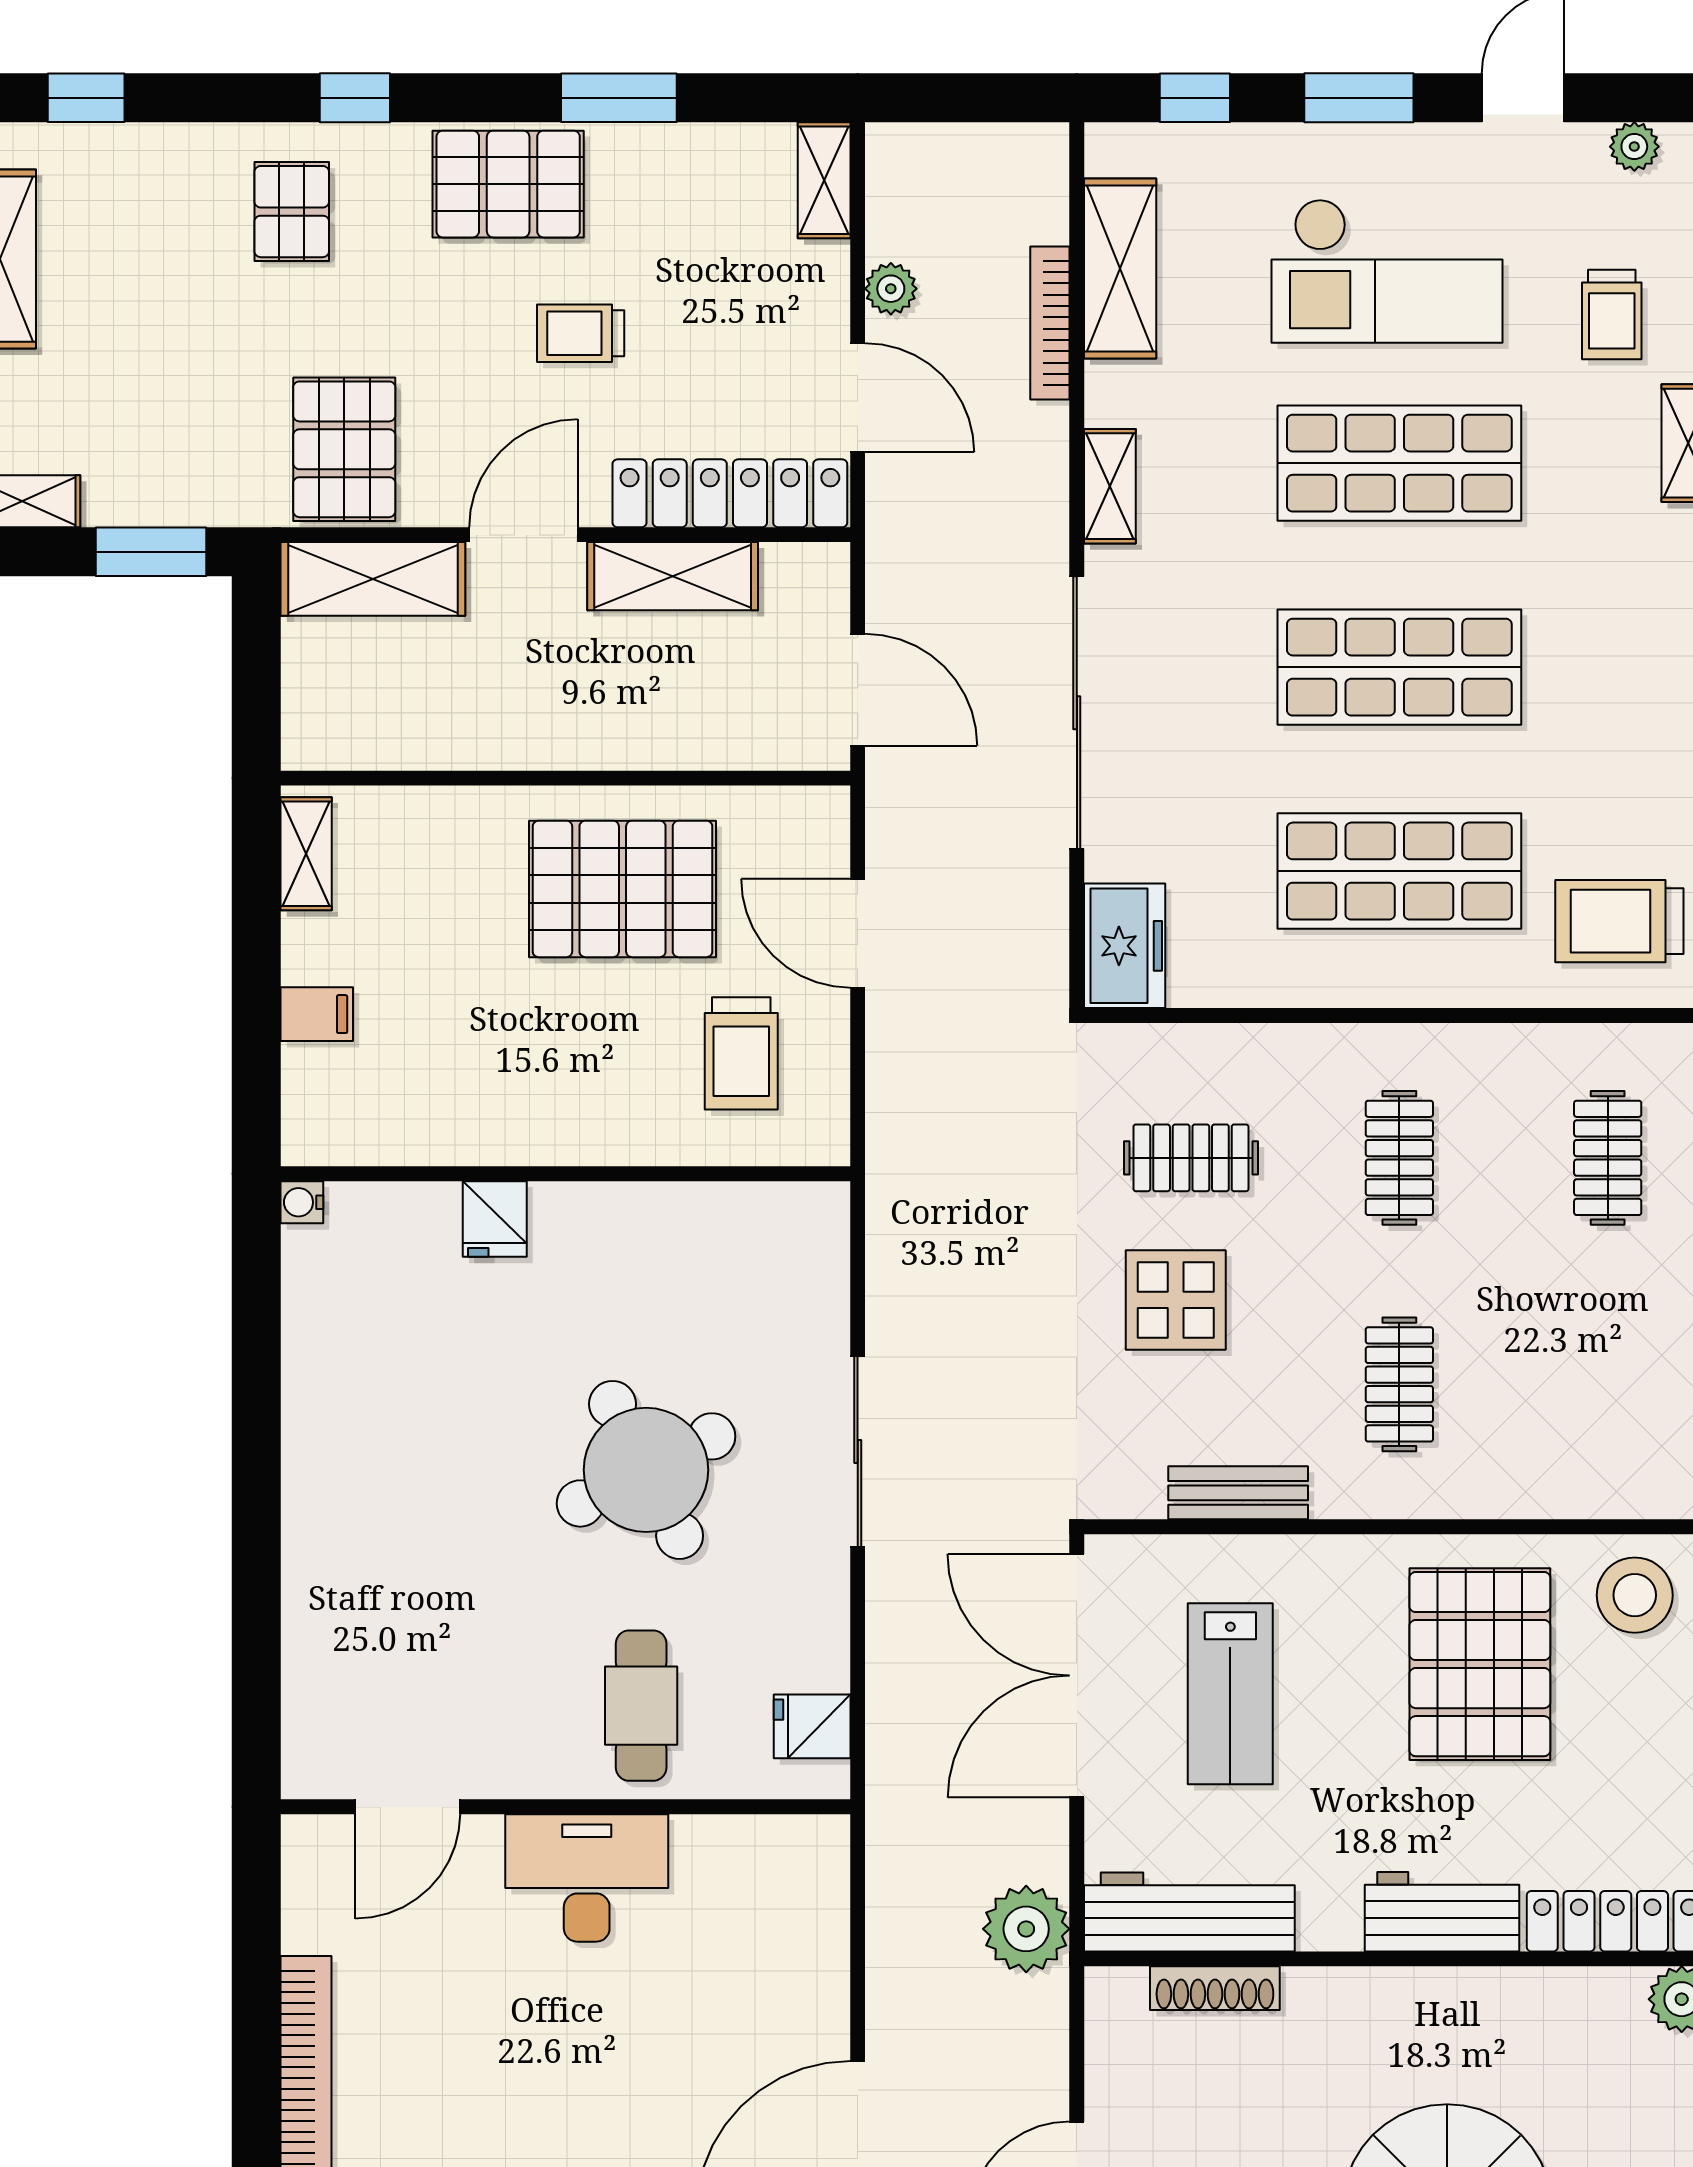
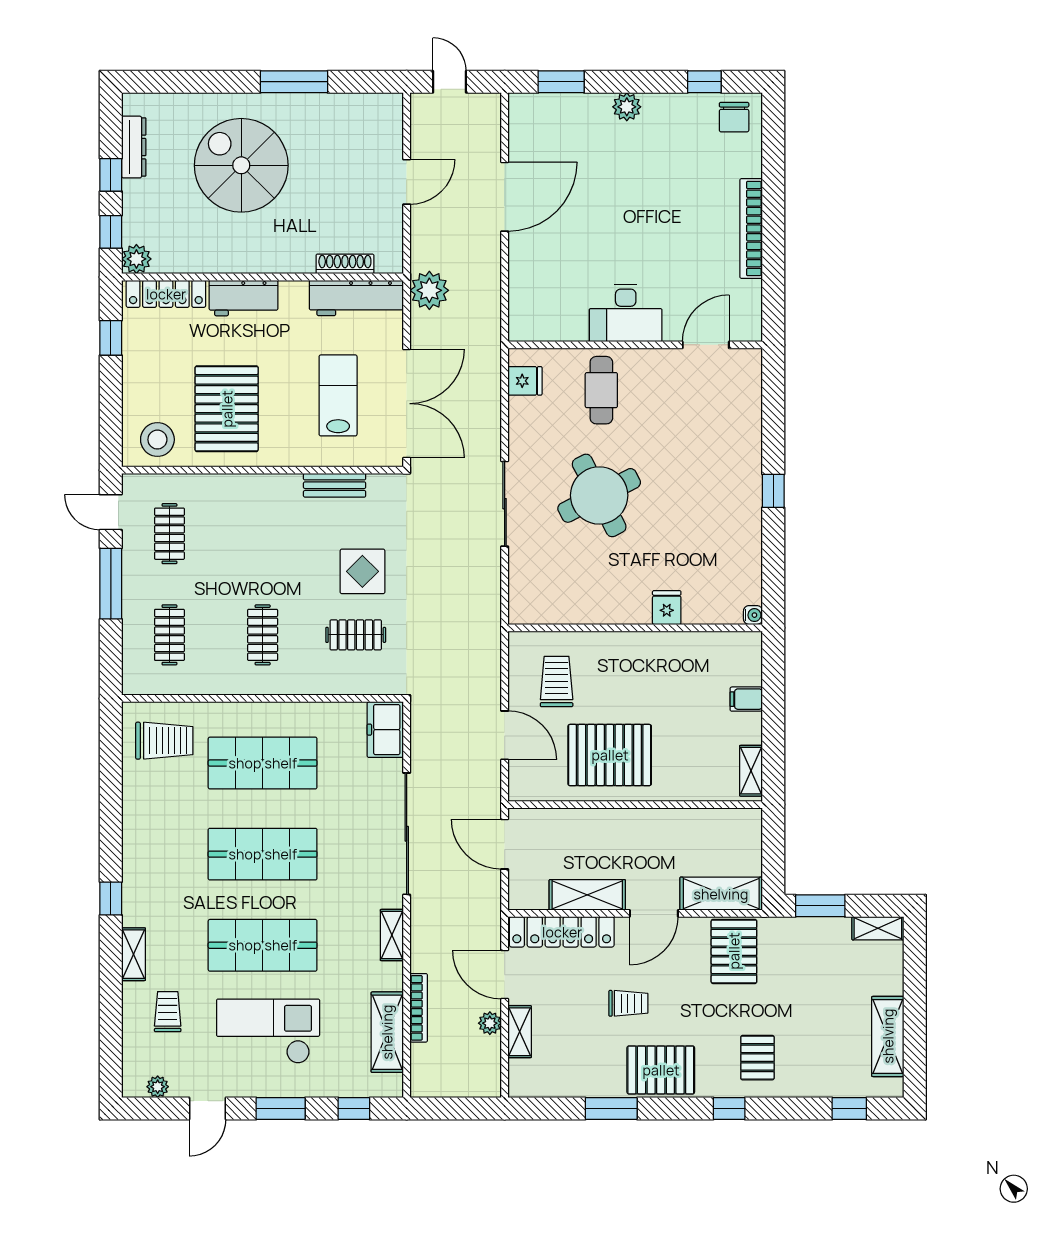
shelving: (824, 180) -> (520, 1032), moved
clothes rail: (1399, 1384) -> (169, 534), moved
window: (256, 1480) -> (773, 491), added

